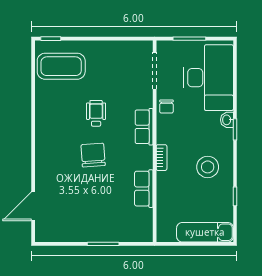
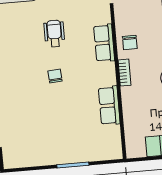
chair: (166, 107) -> (130, 43), moved
chair: (93, 155) -> (55, 76), width x0.54, depth x0.54

